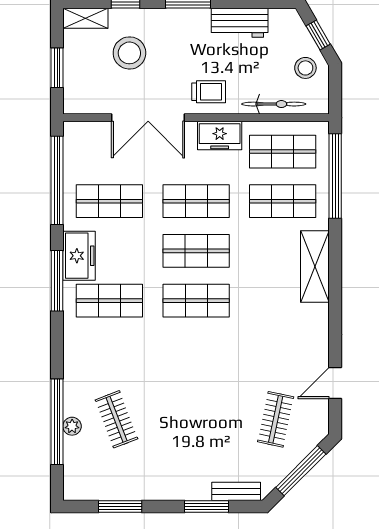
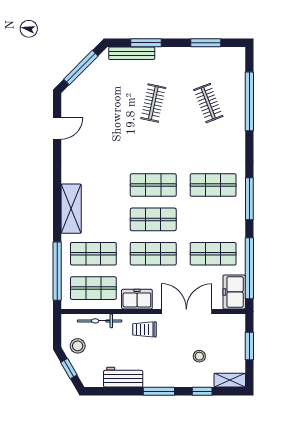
stool: (129, 53) -> (199, 356), width x0.53, depth x0.53
freezer: (79, 256) -> (234, 292), moved
clothes rail: (276, 419) -> (153, 103), moved
plant: (72, 426) -> (239, 98), removed
bench: (236, 491) -> (132, 53), width x1.36

